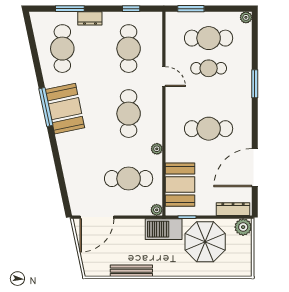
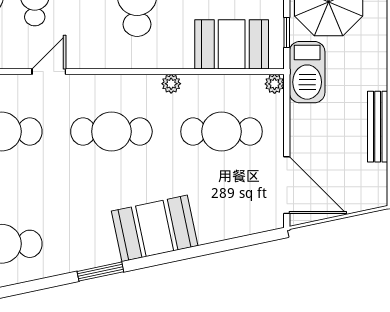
window: (46, 107) -> (100, 272), width x0.69
booth: (65, 109) -> (155, 228), moved
cafe table: (129, 179) -> (221, 132), turned 90

